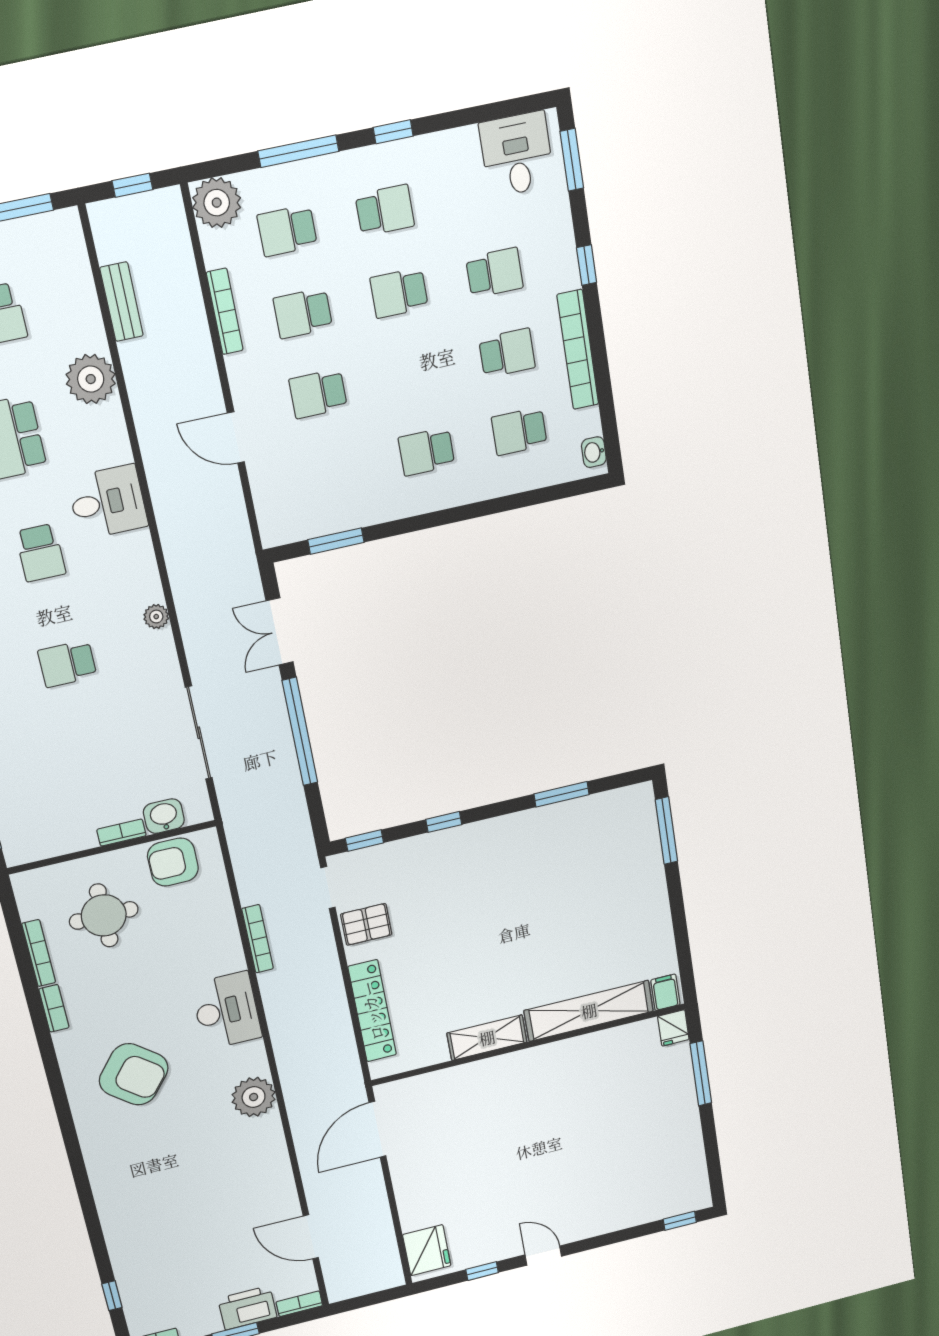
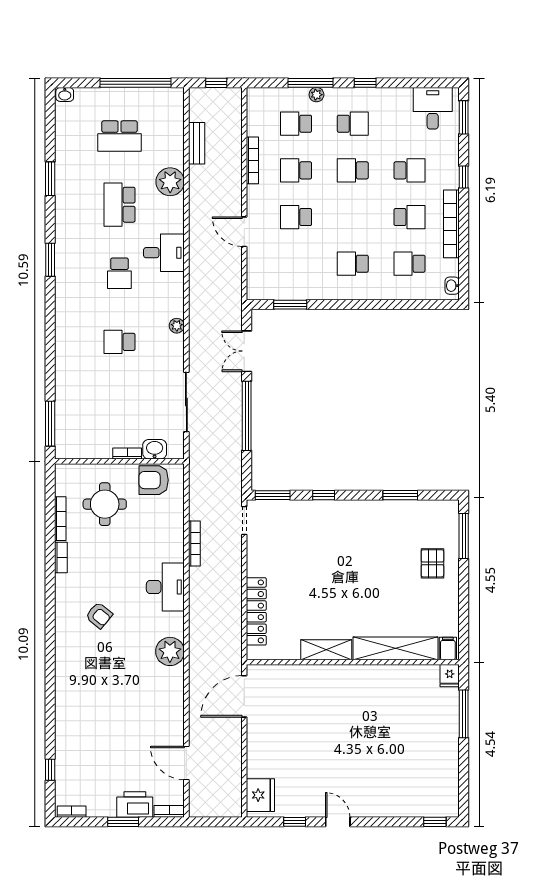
plant: (217, 203) -> (316, 95), moved, width x0.53, depth x0.53
window: (365, 840) -> (273, 495), width x1.50
pallet: (366, 924) -> (432, 563), moved, turned 90
armchair: (134, 1074) -> (99, 615), width x0.53, depth x0.53

